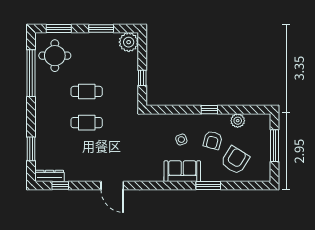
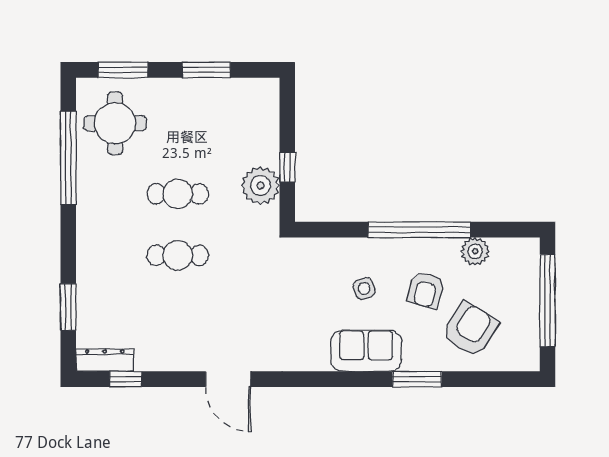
plant: (129, 42) -> (260, 185), moved
window: (209, 110) -> (419, 230), width x3.17
window: (274, 146) -> (547, 301), width x1.46

